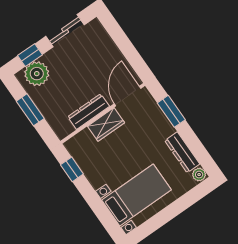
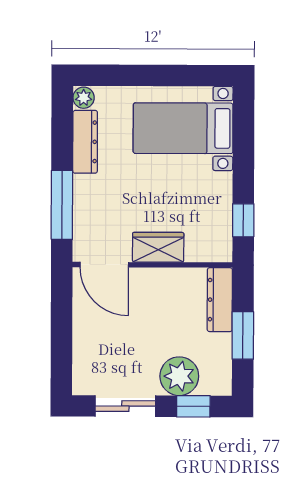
plant: (37, 74) -> (179, 376), moved
door: (128, 96) -> (104, 265), hinge flipped
window: (171, 111) -> (62, 205), width x1.44
dresser: (89, 112) -> (220, 300), moved, turned 90

